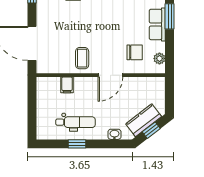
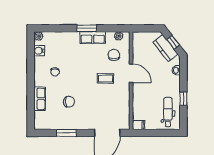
coffee table: (82, 58) -> (106, 78), moved
filing cabinet: (67, 85) -> (139, 125), moved
dental chair: (76, 122) -> (168, 112), moved

